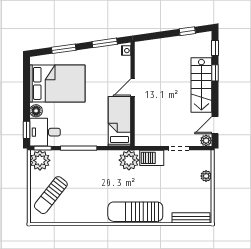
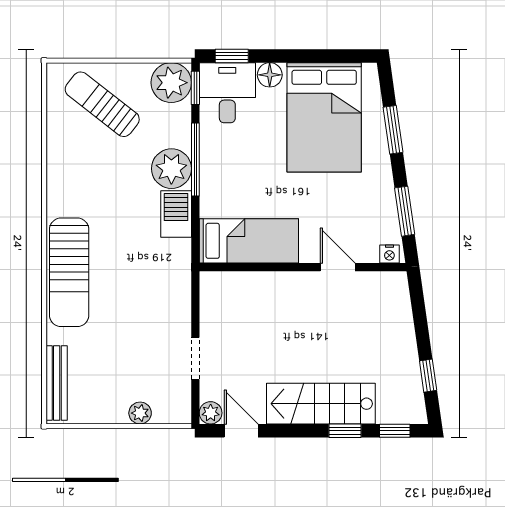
door: (133, 88) -> (338, 267), moved
barbecue: (152, 158) -> (176, 214), moved
plant: (129, 160) -> (171, 169), moved
sun lounger: (135, 212) -> (69, 272), turned 180

